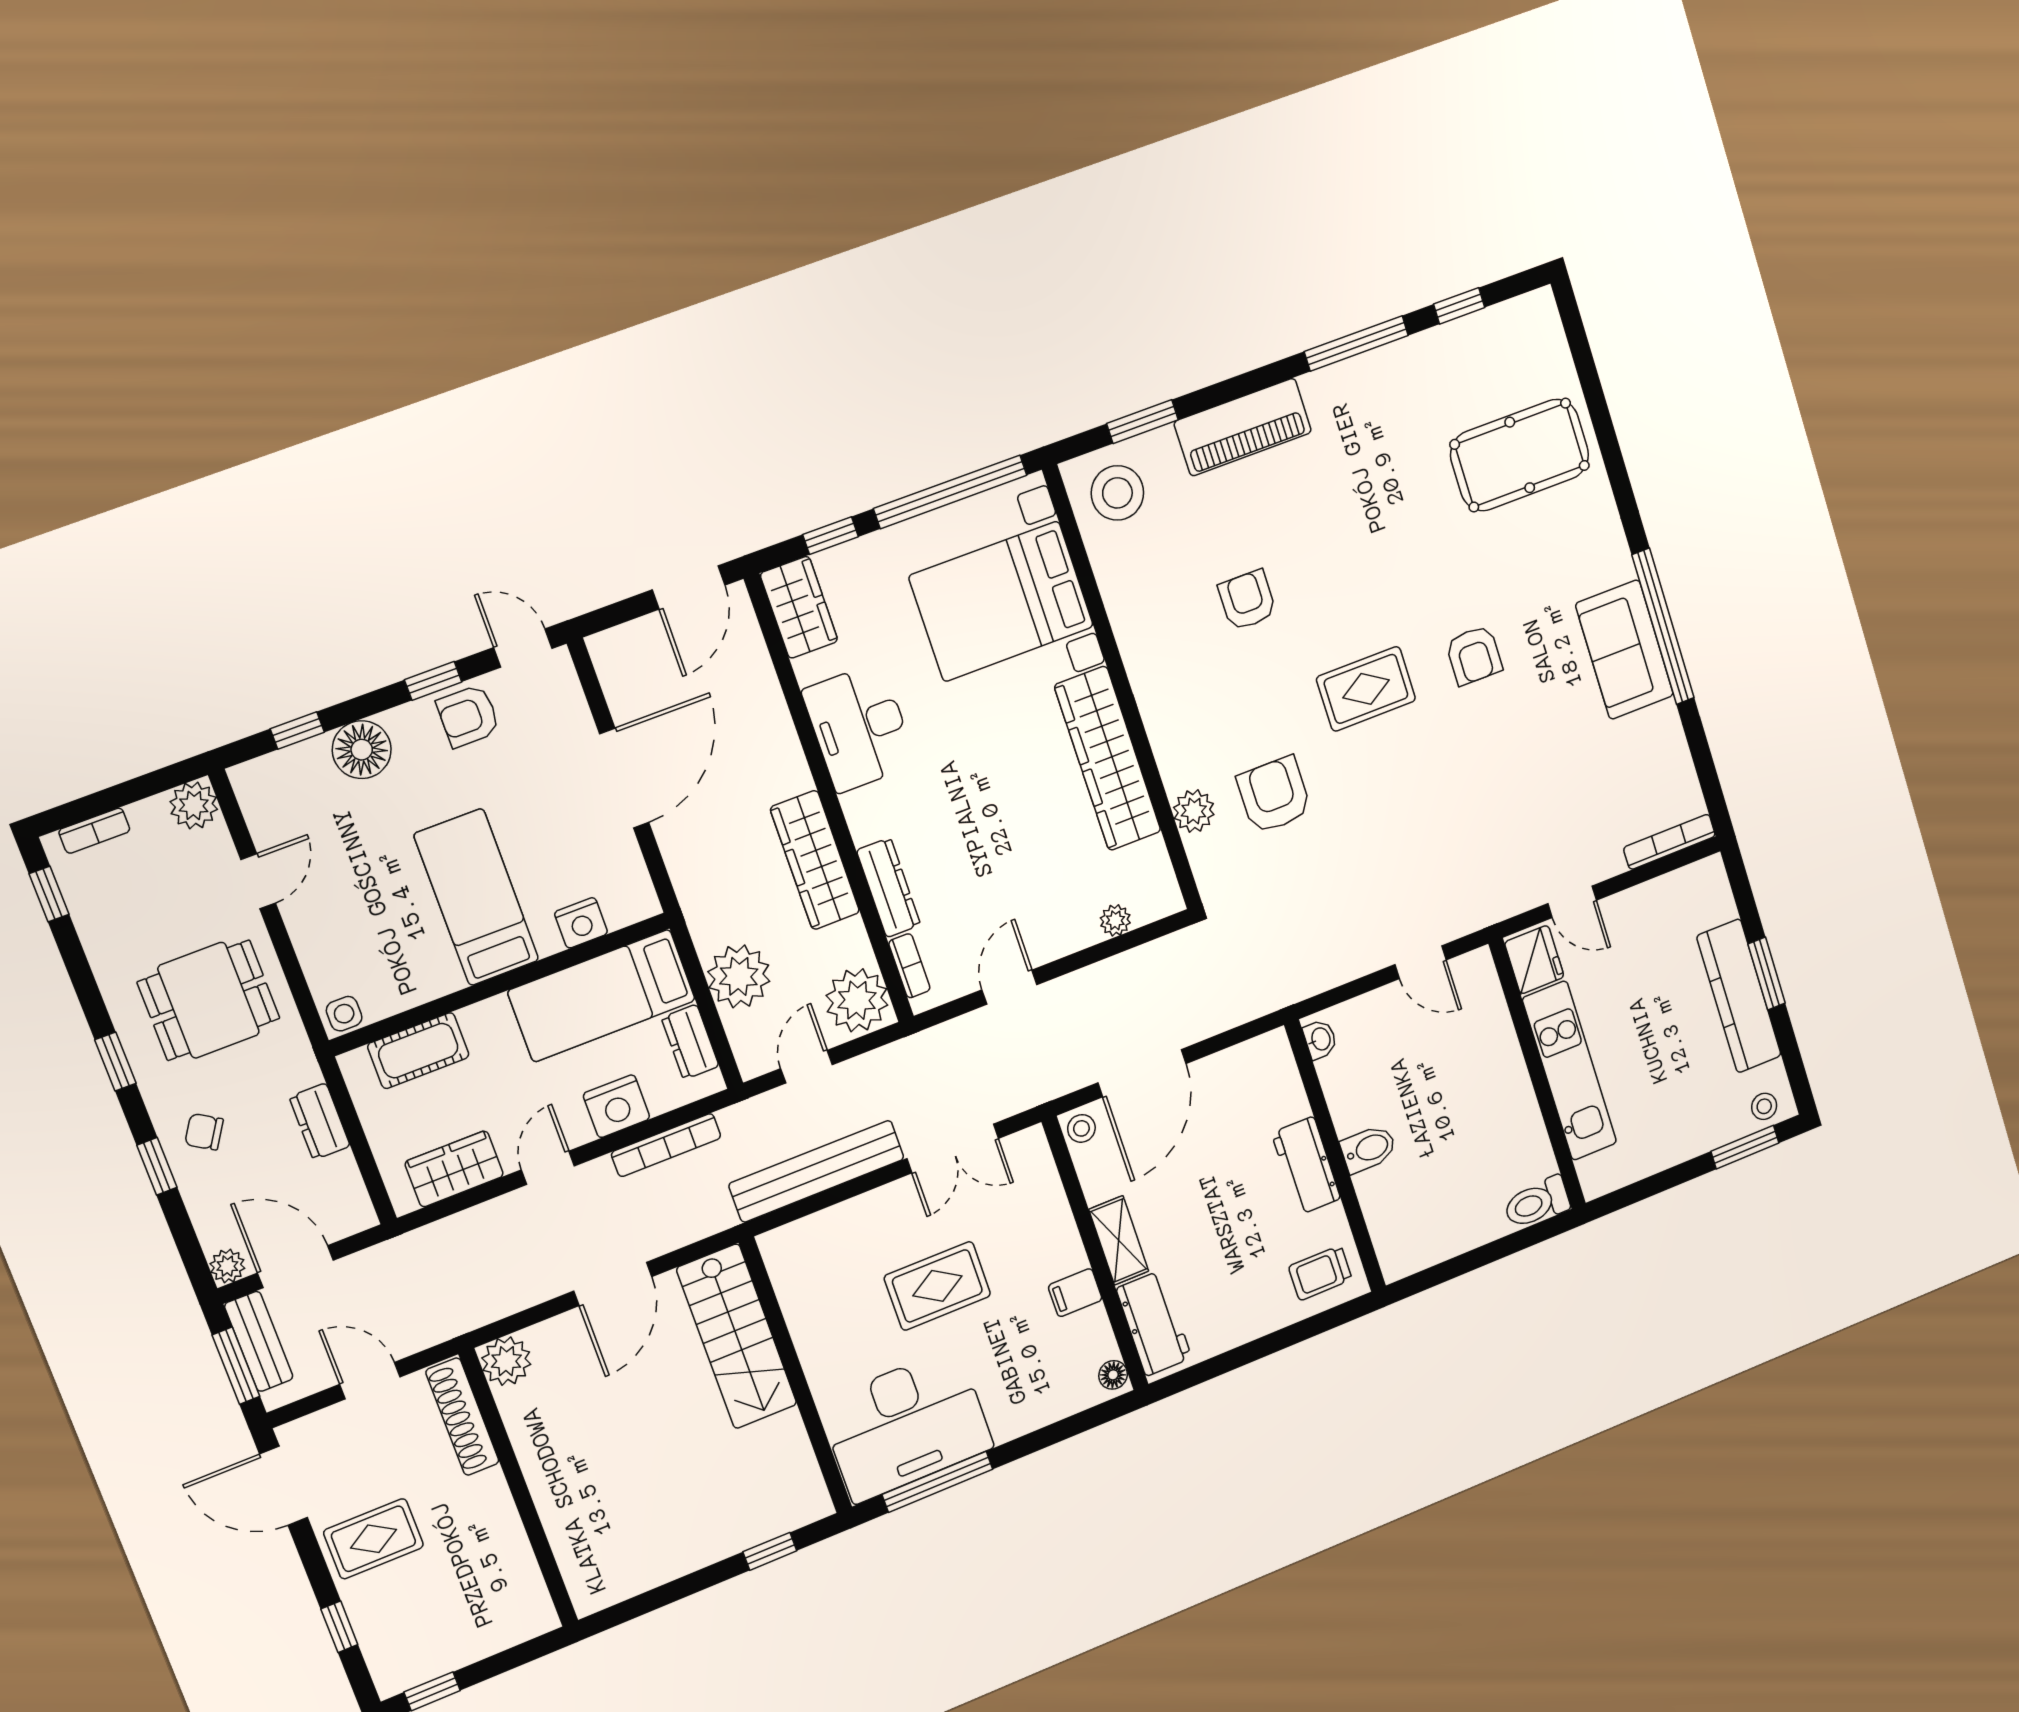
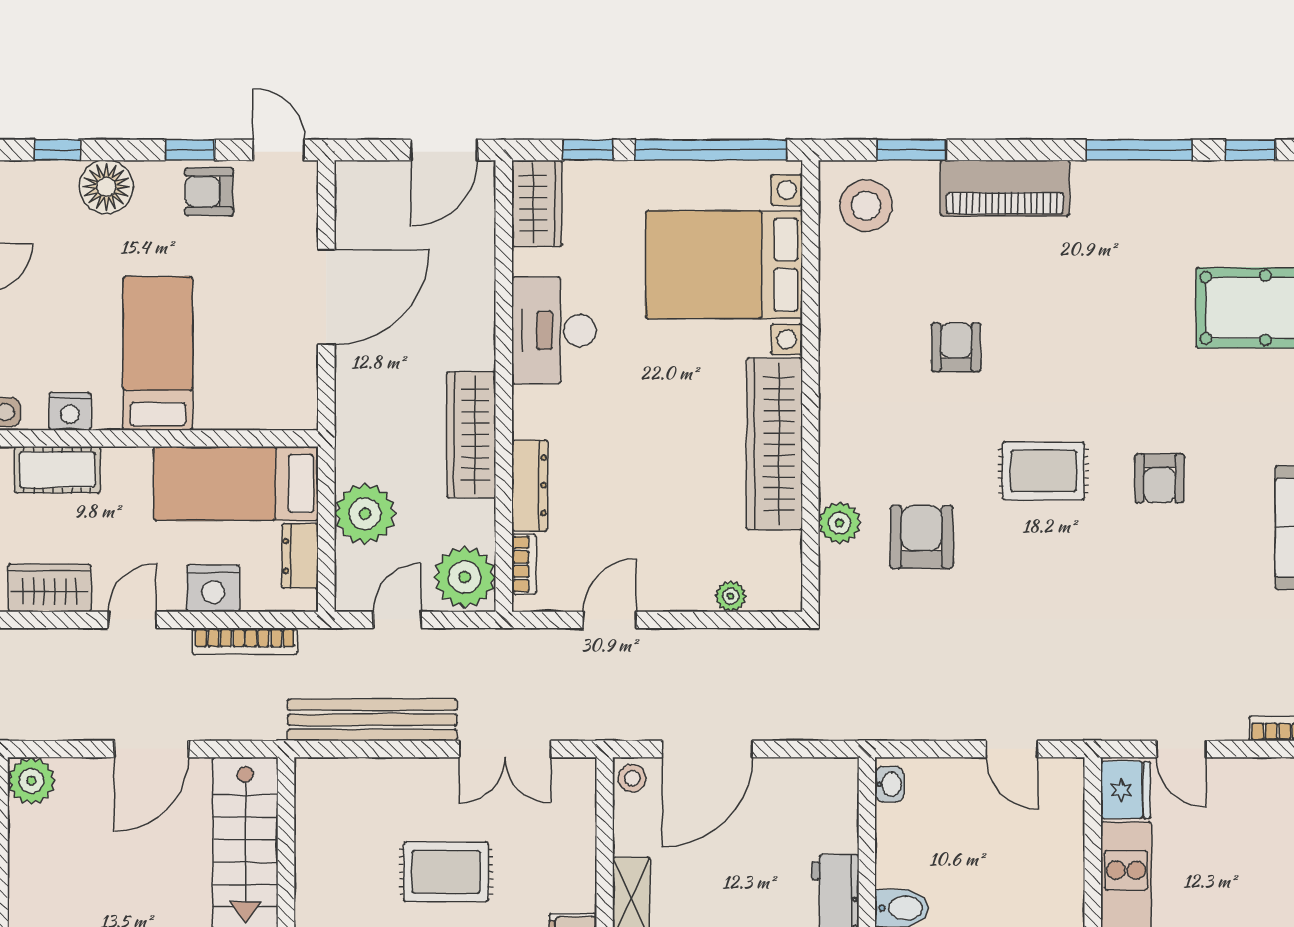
nightstand: (581, 923) -> (70, 411), moved

